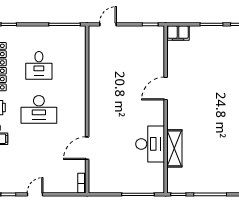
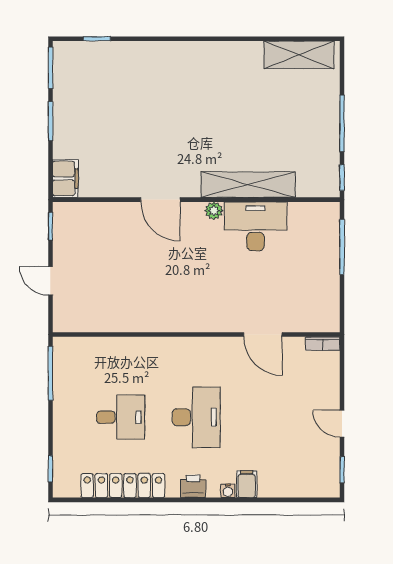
door: (108, 24) -> (50, 281), moved
plant: (159, 120) -> (214, 211), added
shelving: (174, 148) -> (248, 185), width x1.47

